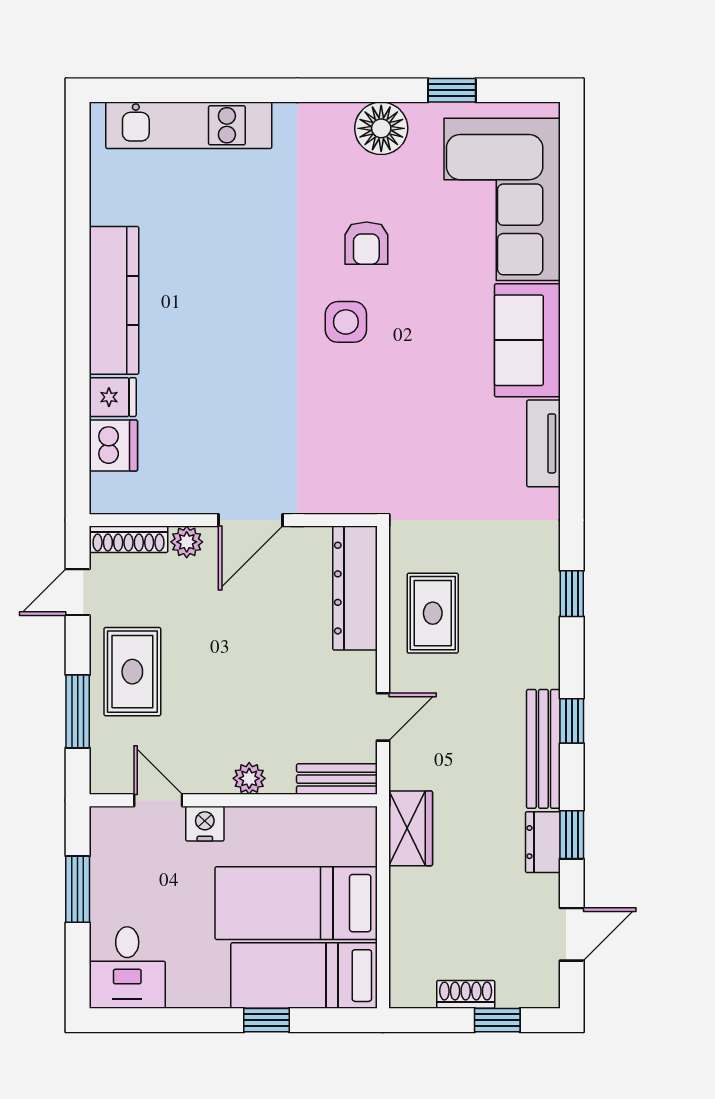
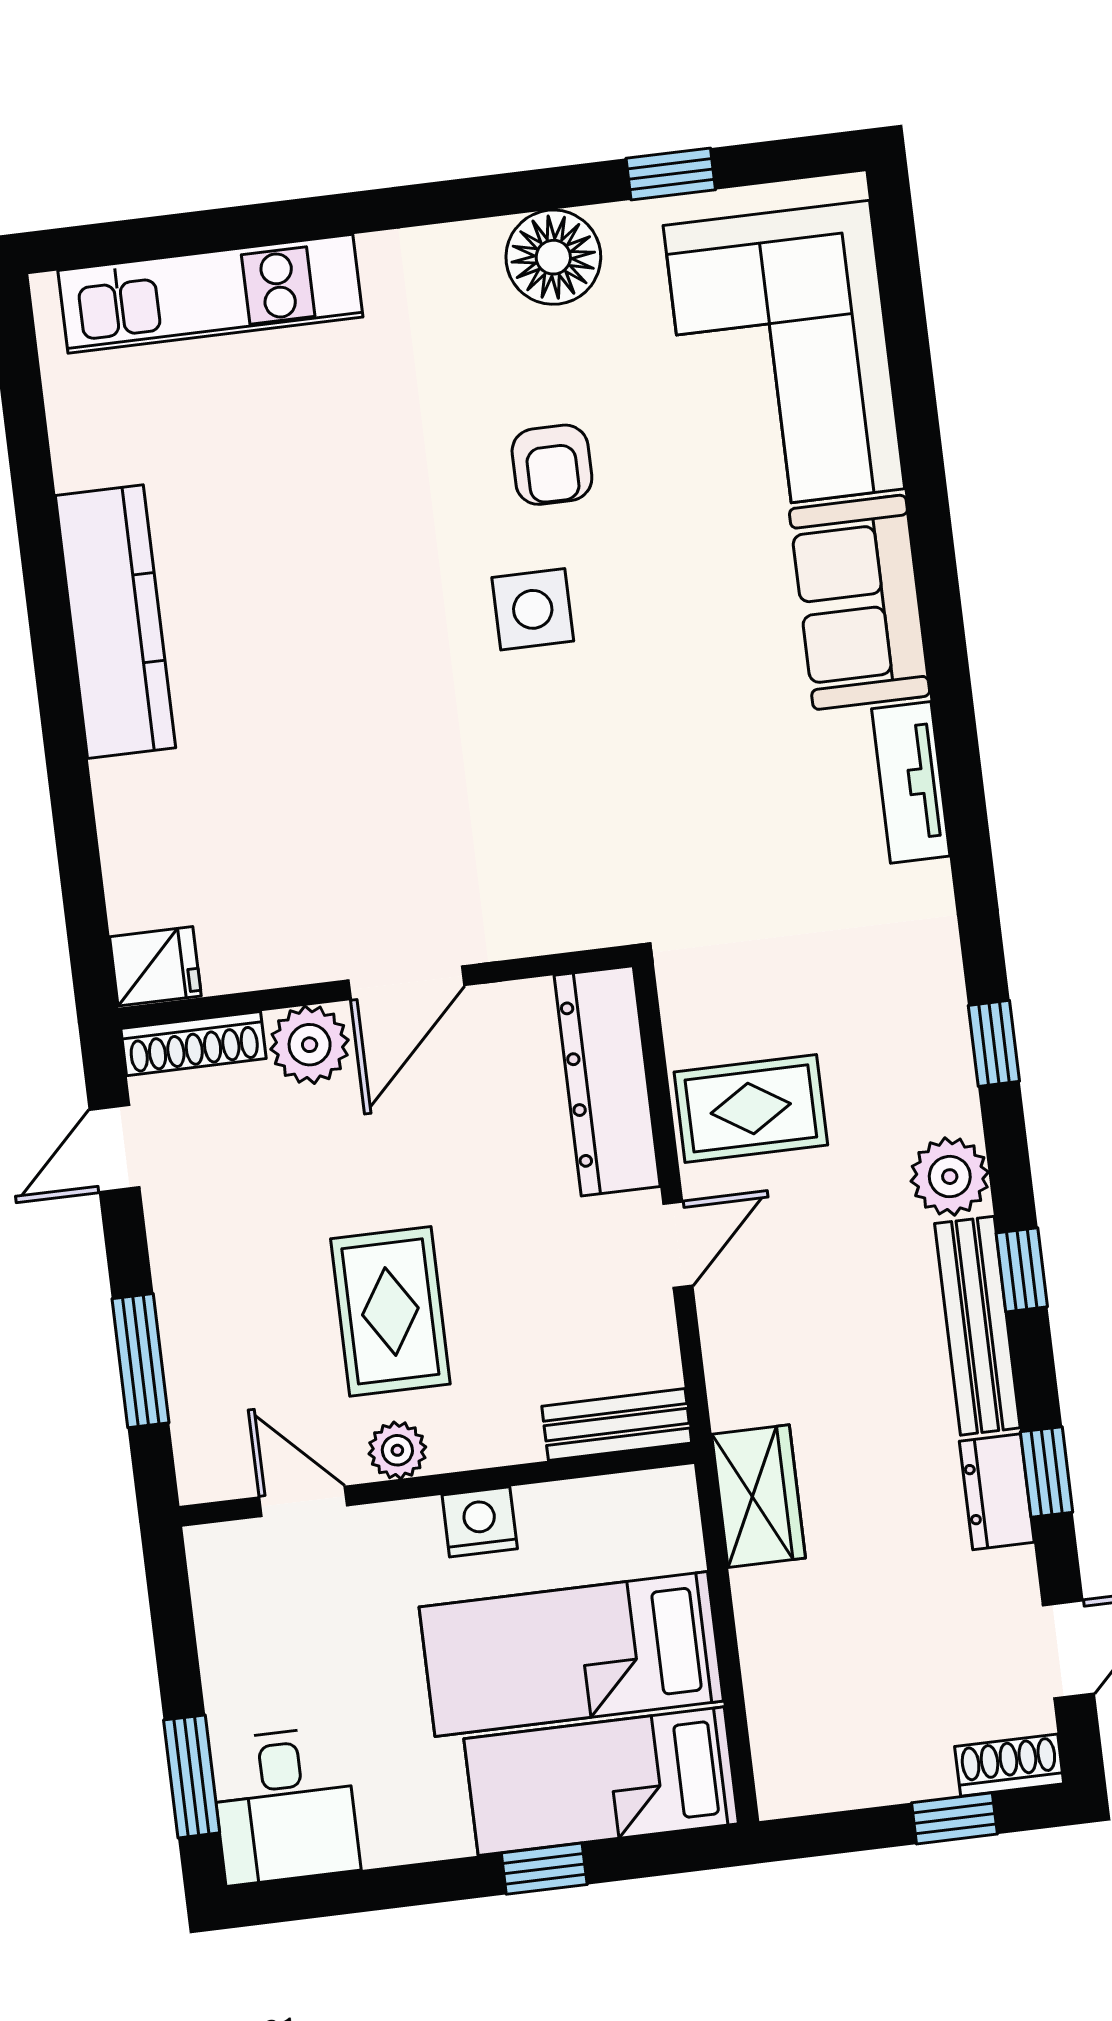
fridge: (113, 397) -> (155, 966), moved
dishwasher: (113, 446) -> (146, 880), removed
plant: (187, 542) -> (310, 1045), width x1.38, depth x1.38
rug: (433, 613) -> (751, 1108), turned 90
plant: (538, 664) -> (950, 1177), added
rug: (132, 672) -> (390, 1311), moved
door: (383, 717) -> (678, 1245), moved
plant: (249, 778) -> (397, 1450), moved
nightstand: (205, 824) -> (480, 1522), moved
window: (78, 889) -> (192, 1776), moved
shoe rack: (466, 994) -> (1009, 1765), moved

